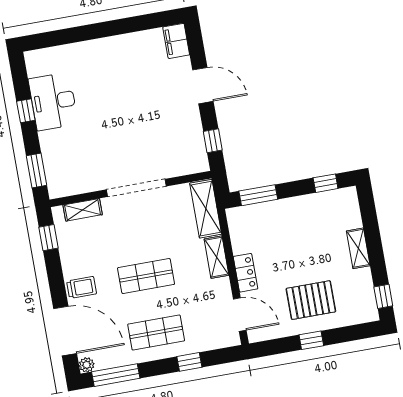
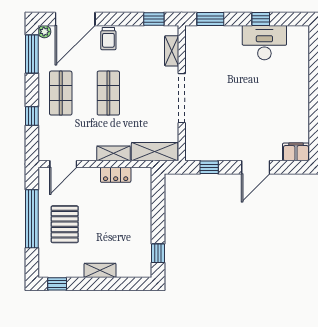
window: (258, 195) -> (158, 196), removed
locker: (246, 273) -> (116, 175), moved
window: (311, 340) -> (32, 219), width x3.17

